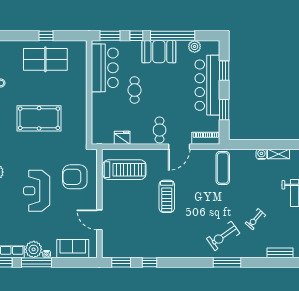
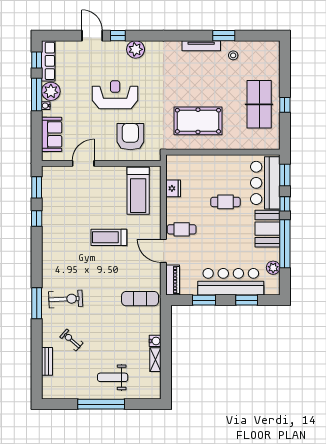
bar counter: (105, 68) -> (265, 183), moved, turned 90
pool table: (39, 118) -> (198, 121), moved, turned 90
exercise bike: (255, 219) -> (71, 340), moved
exercise bike: (223, 236) -> (66, 299), turned 122

